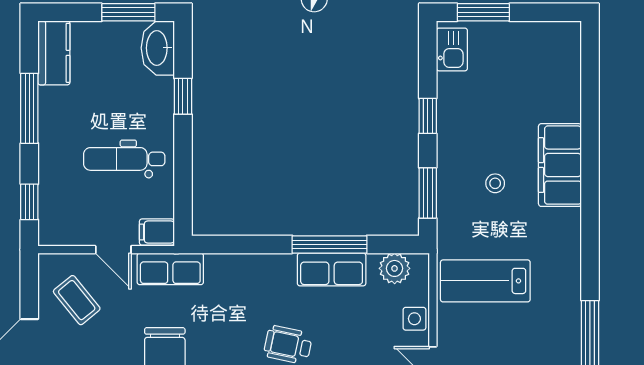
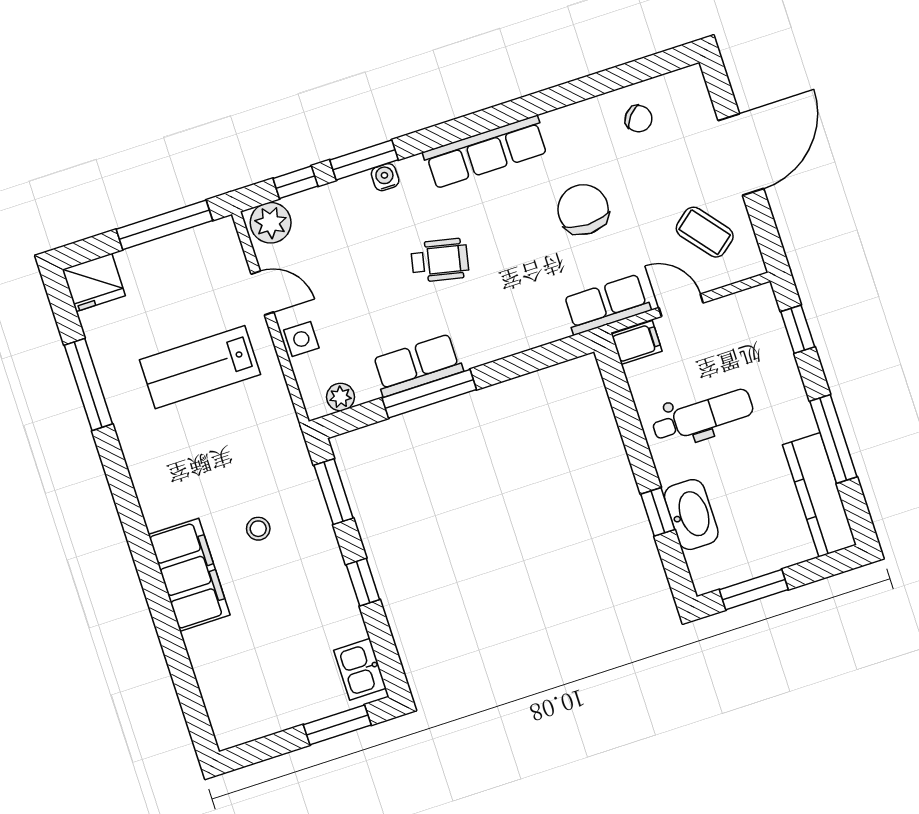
washbasin: (158, 48) -> (691, 515), moved
kitchen counter: (54, 53) -> (820, 495), width x1.50
plant: (395, 268) -> (341, 397), width x0.73, depth x0.73
lab bench: (485, 281) -> (200, 367), moved, turned 180

